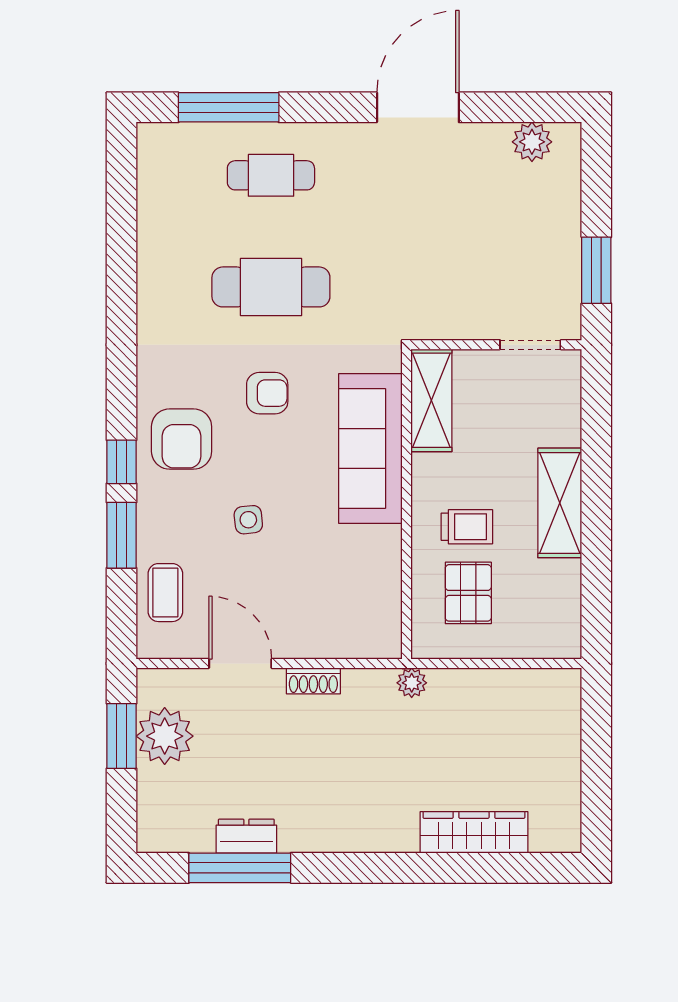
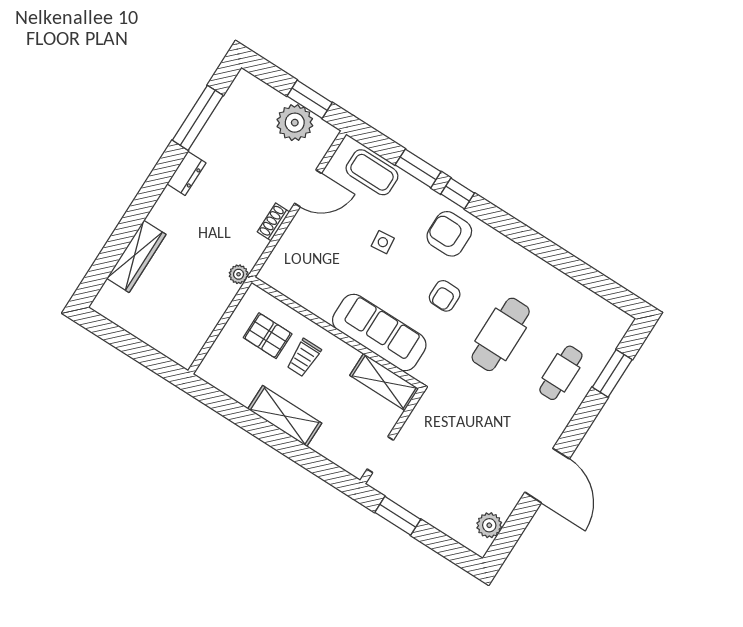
window: (229, 107) -> (612, 373), width x0.69
coffee table: (165, 593) -> (372, 172), width x1.36, depth x1.30
dresser: (246, 836) -> (186, 173), moved

